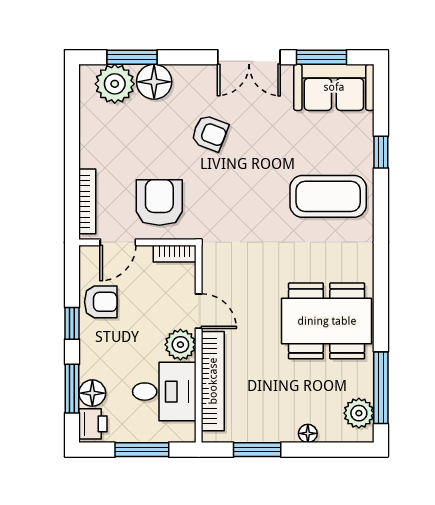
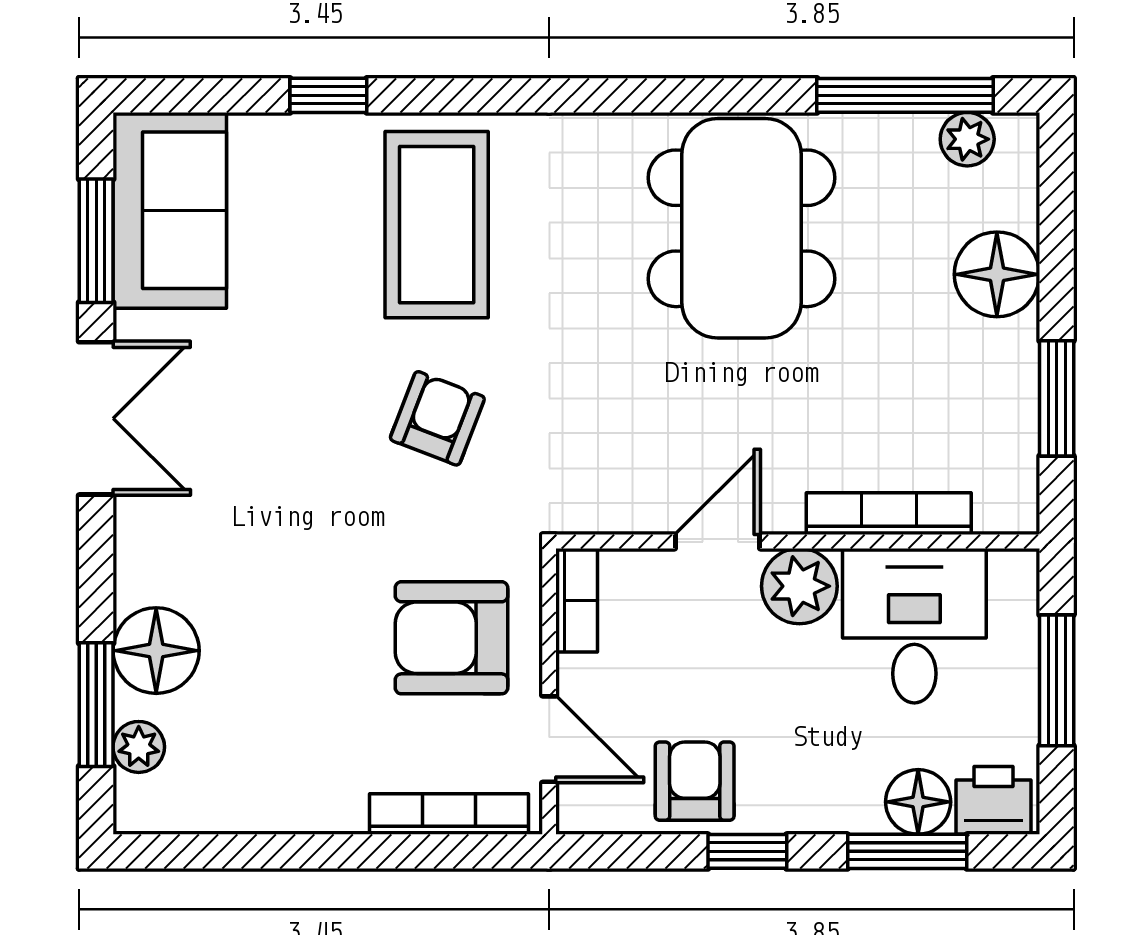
plant: (115, 84) -> (139, 747), width x0.53, depth x0.53
armchair: (210, 133) -> (437, 418), moved
bookcase: (213, 381) -> (889, 514), width x0.68, depth x0.76
plant: (359, 413) -> (967, 139), width x0.73, depth x0.73
floor lamp: (308, 433) -> (997, 274), width x1.89, depth x1.89

